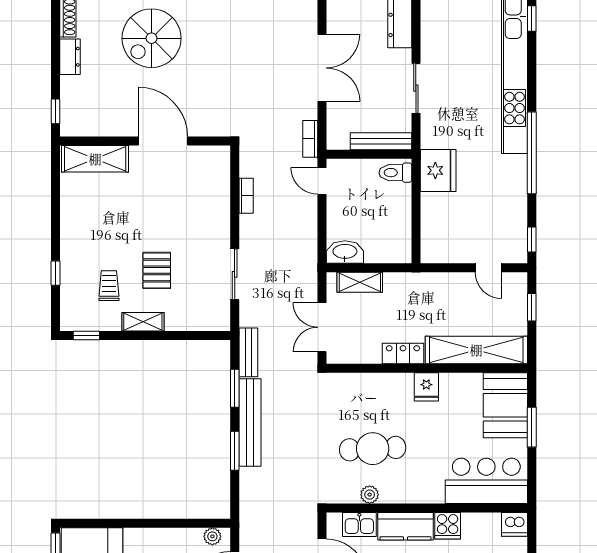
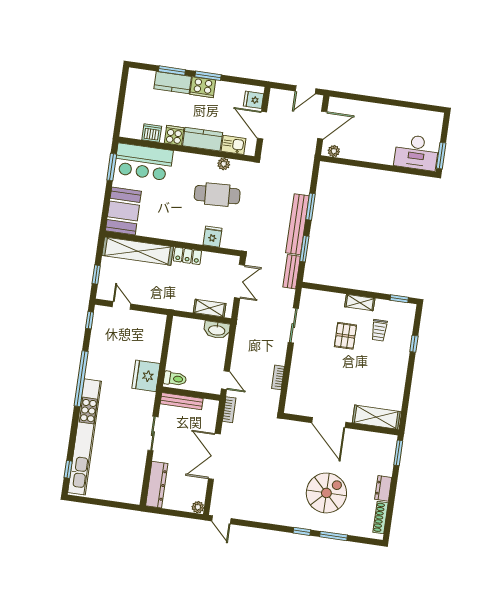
window: (56, 111) -> (398, 453), width x1.50
fridge: (426, 387) -> (213, 237), moved
window: (532, 427) -> (112, 167), moved
dishwasher: (514, 524) -> (152, 133), moved

